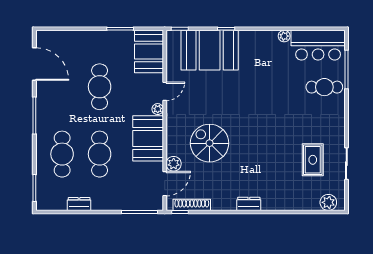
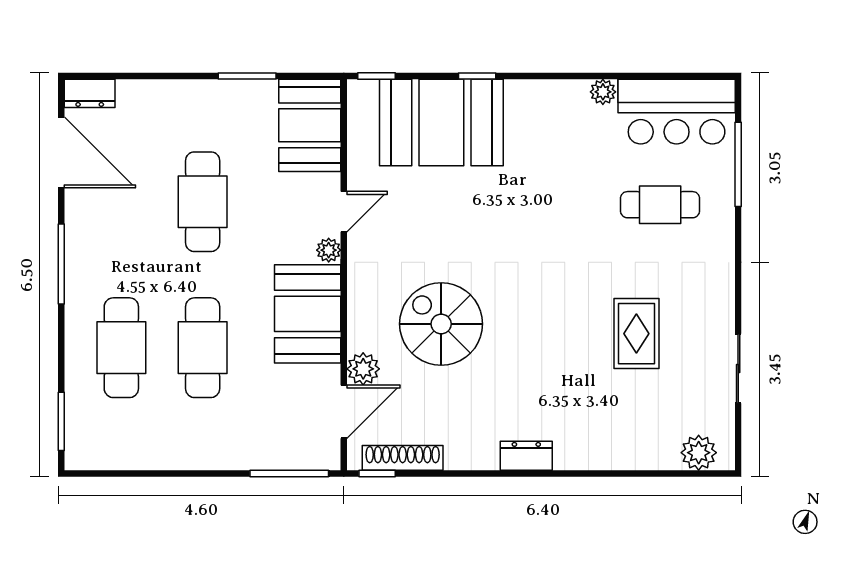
cafe table: (324, 87) -> (660, 205), moved
rug: (313, 160) -> (636, 334), moved
dresser: (79, 204) -> (90, 93), moved, turned 180

